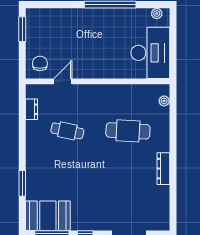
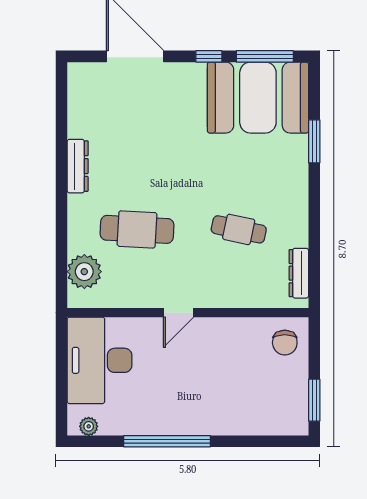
door: (63, 81) -> (179, 313), moved
plant: (164, 101) -> (84, 272), width x1.87, depth x1.87
dresser: (32, 109) -> (299, 273), width x1.44
booth: (48, 216) -> (258, 98), width x1.36, depth x1.42

